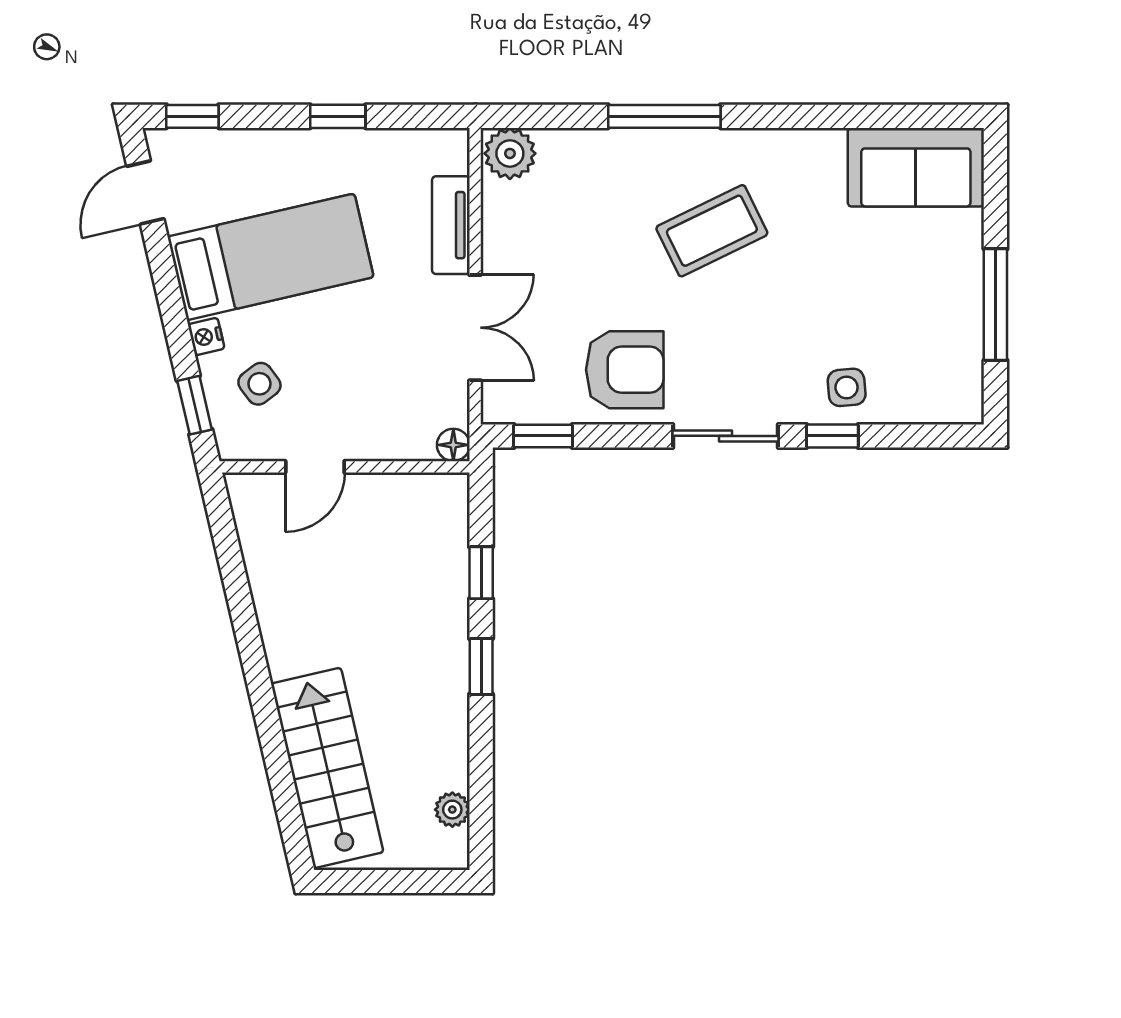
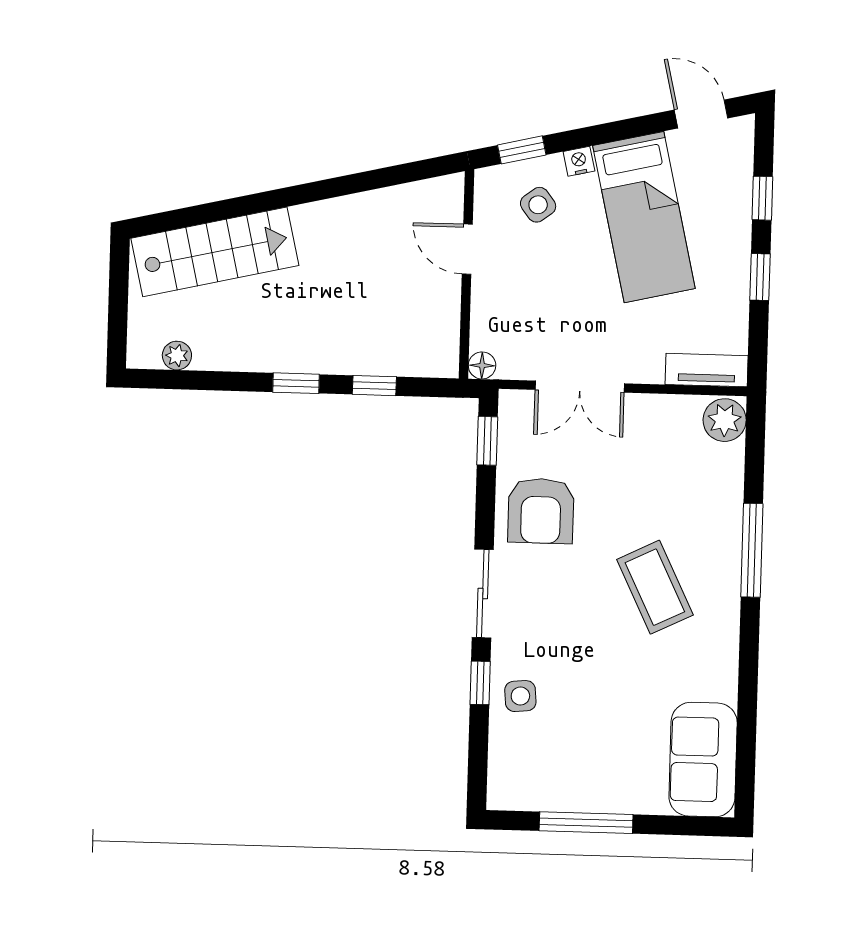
window: (192, 116) -> (762, 198), moved
tv unit: (451, 225) -> (707, 370), moved

